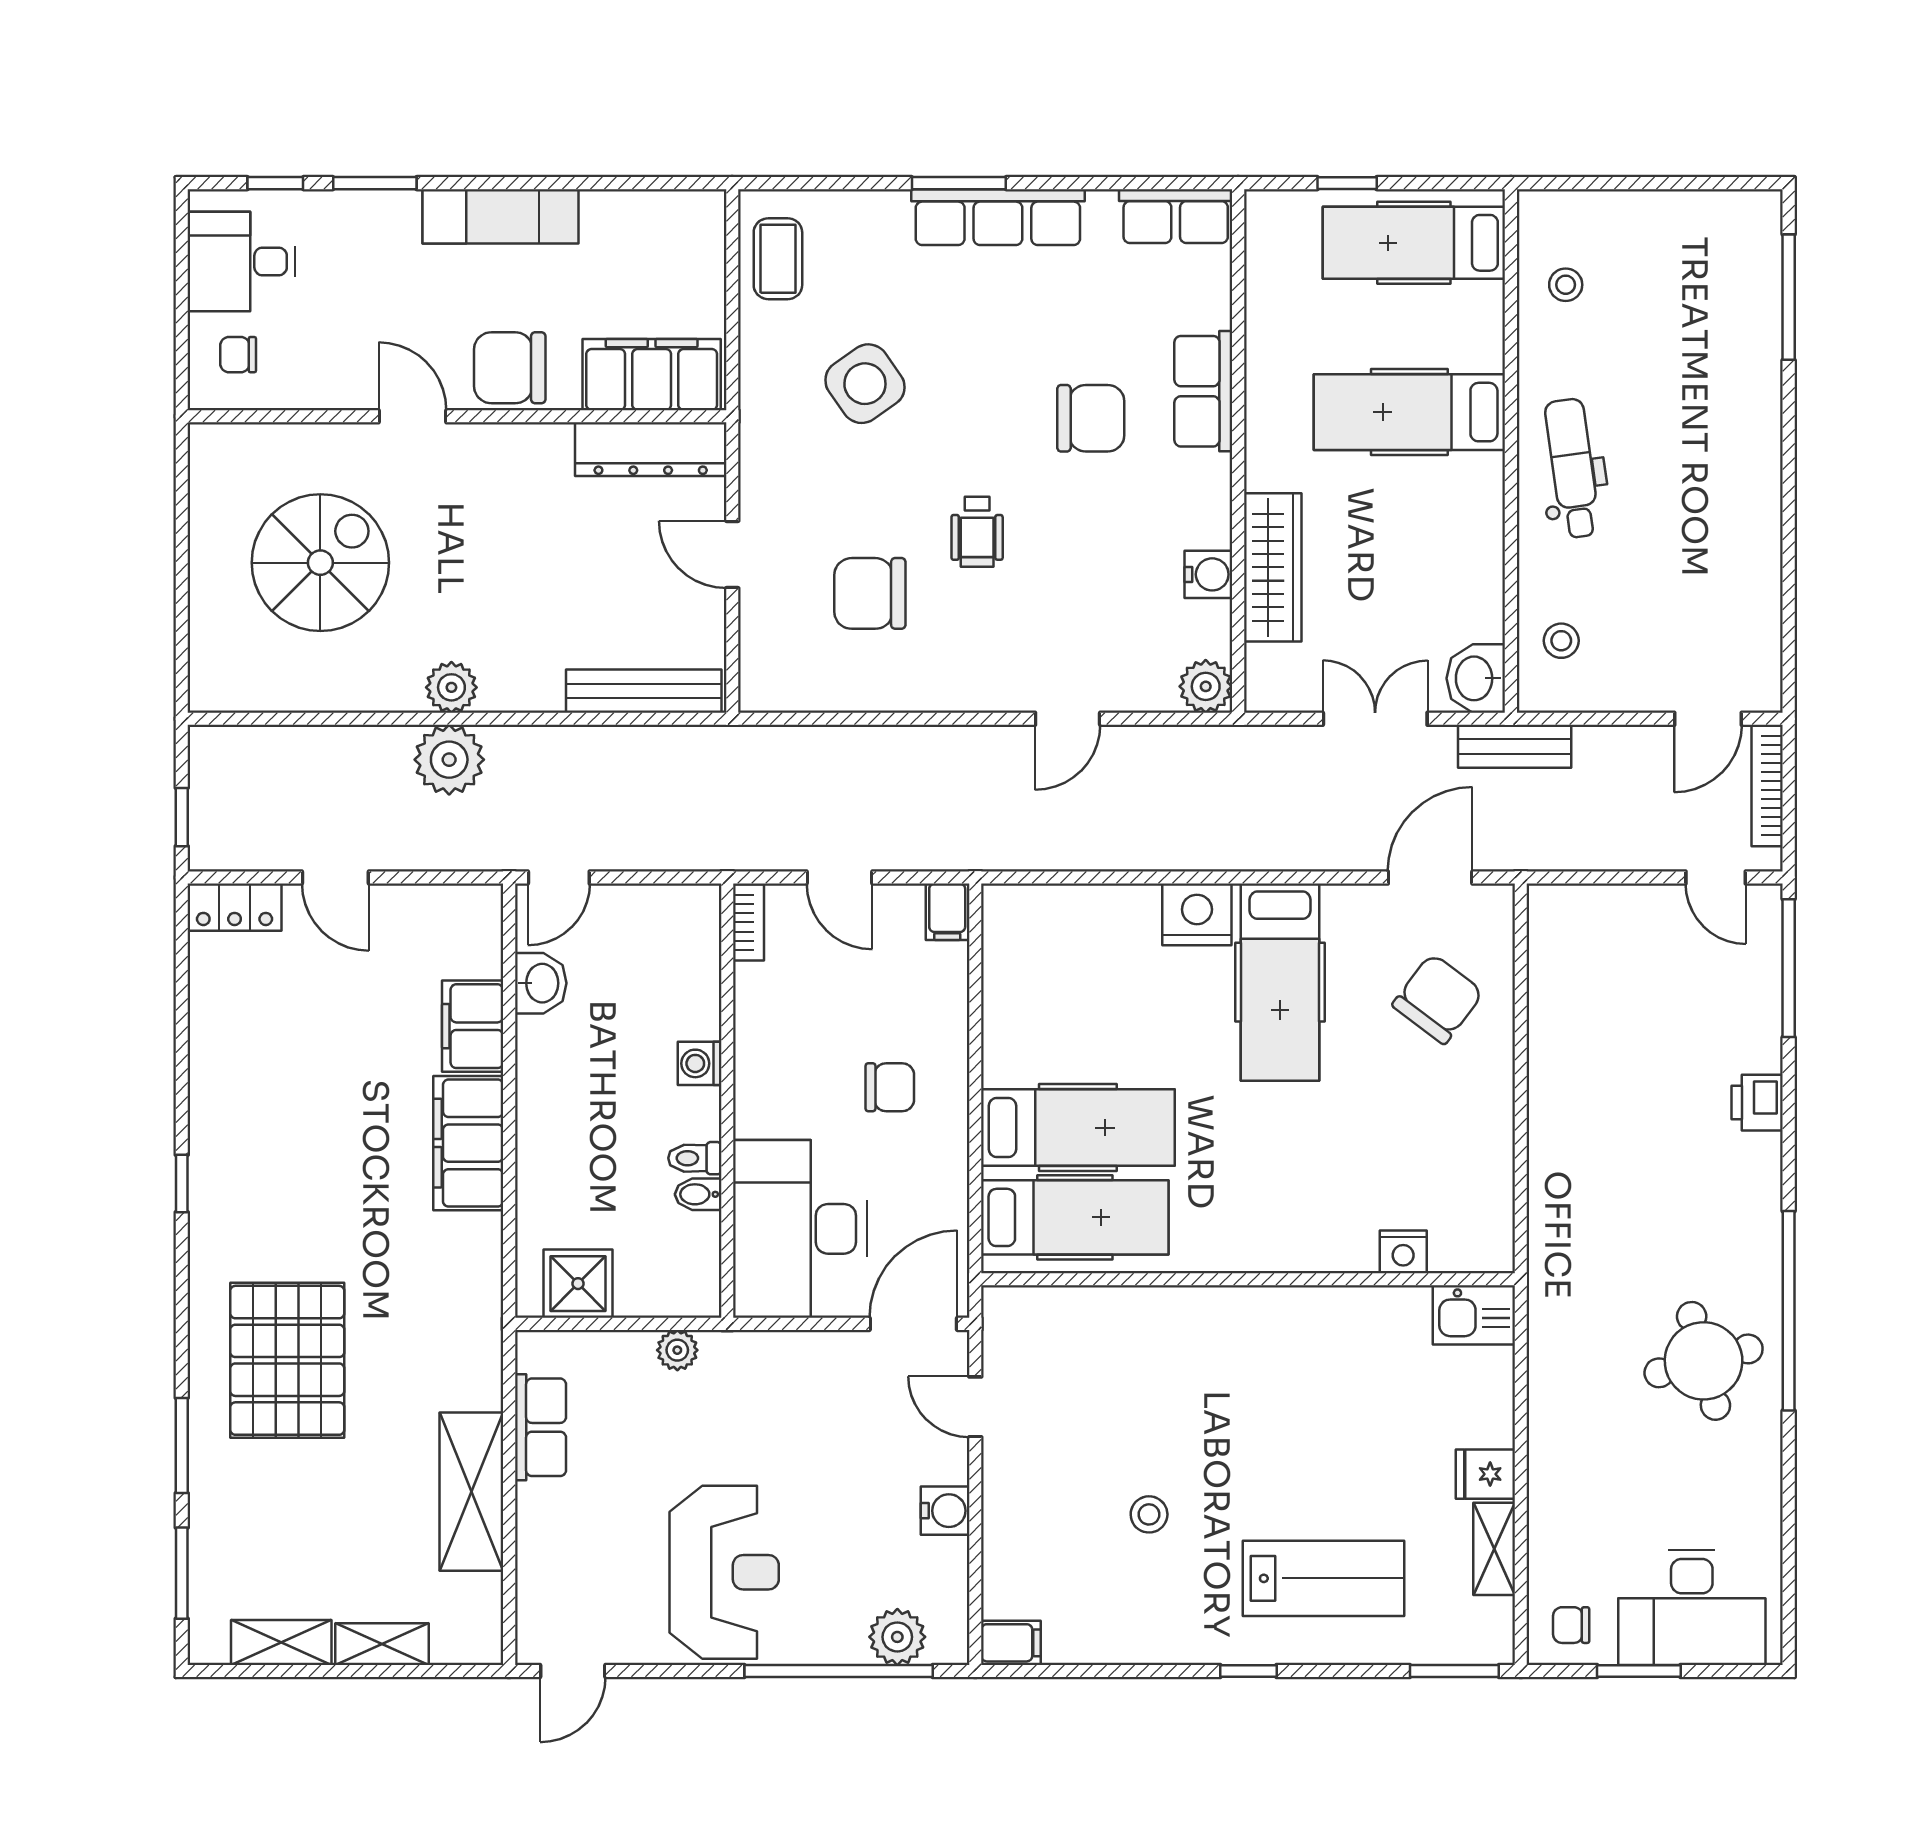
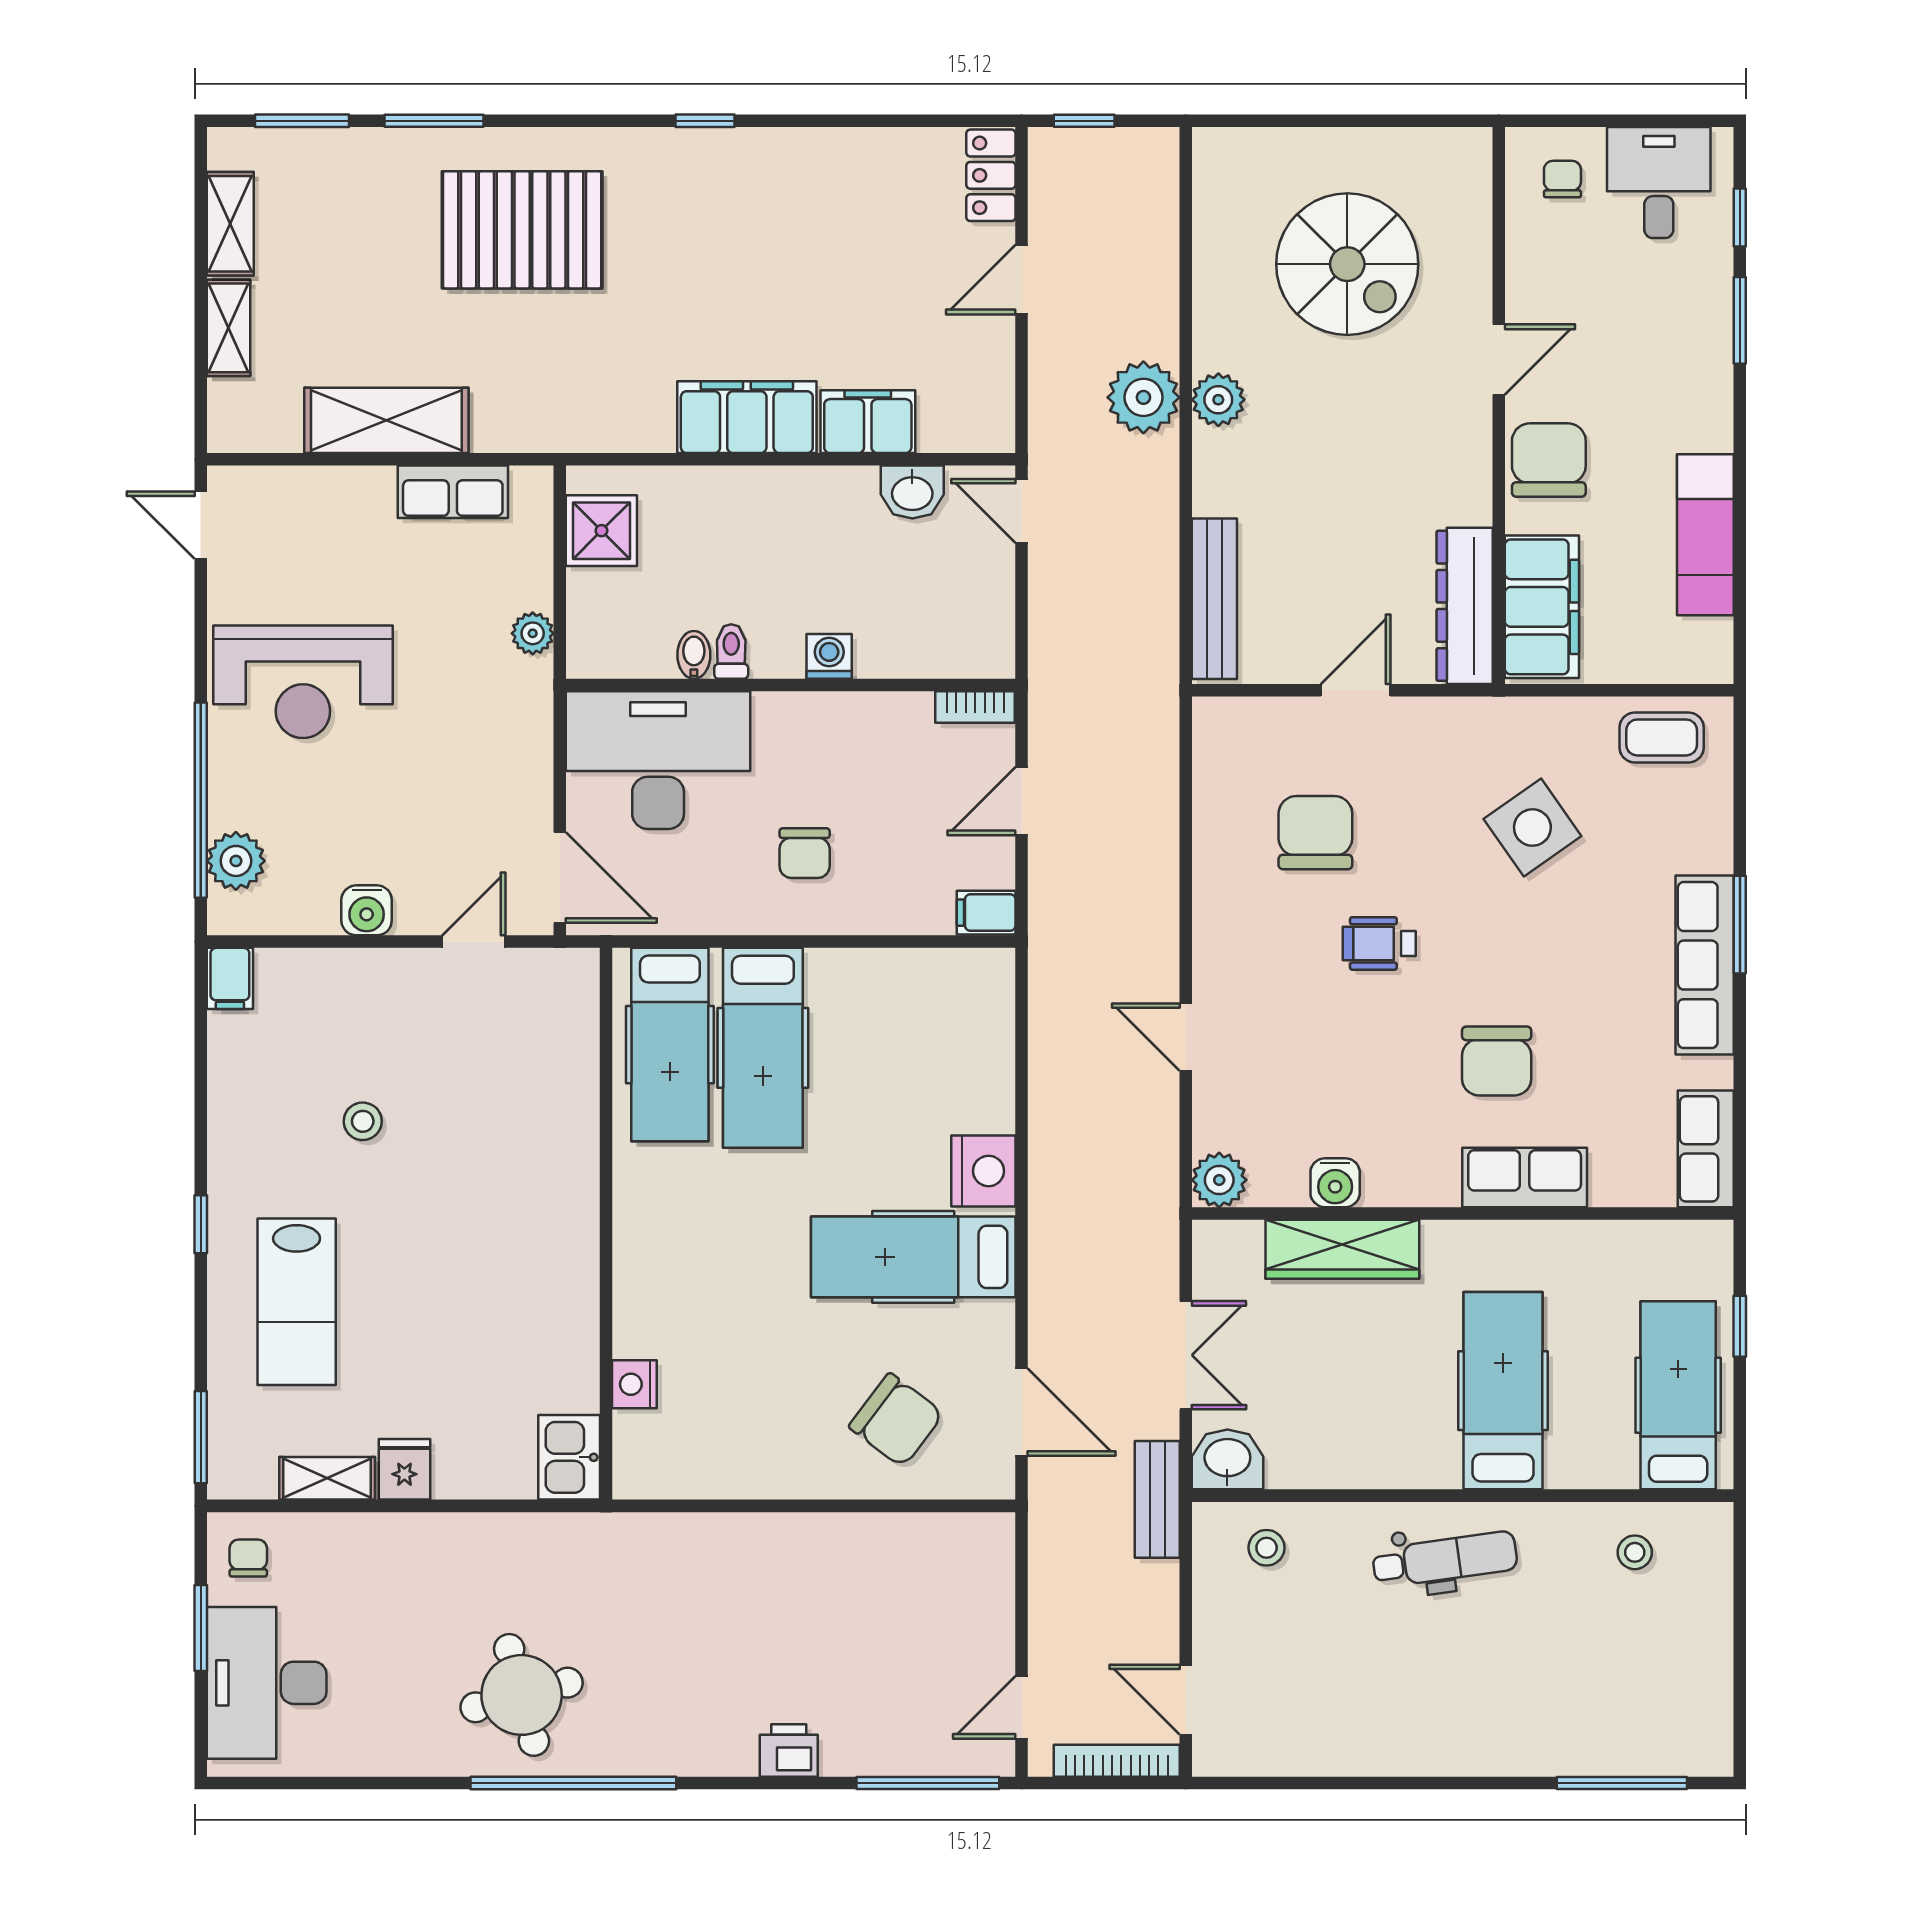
exam couch: (500, 216) -> (1705, 535), moved

